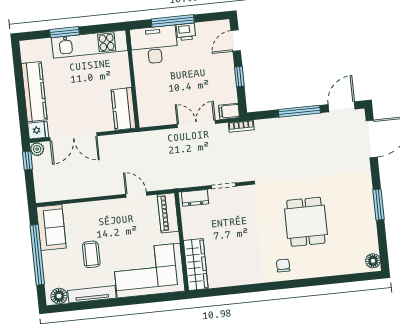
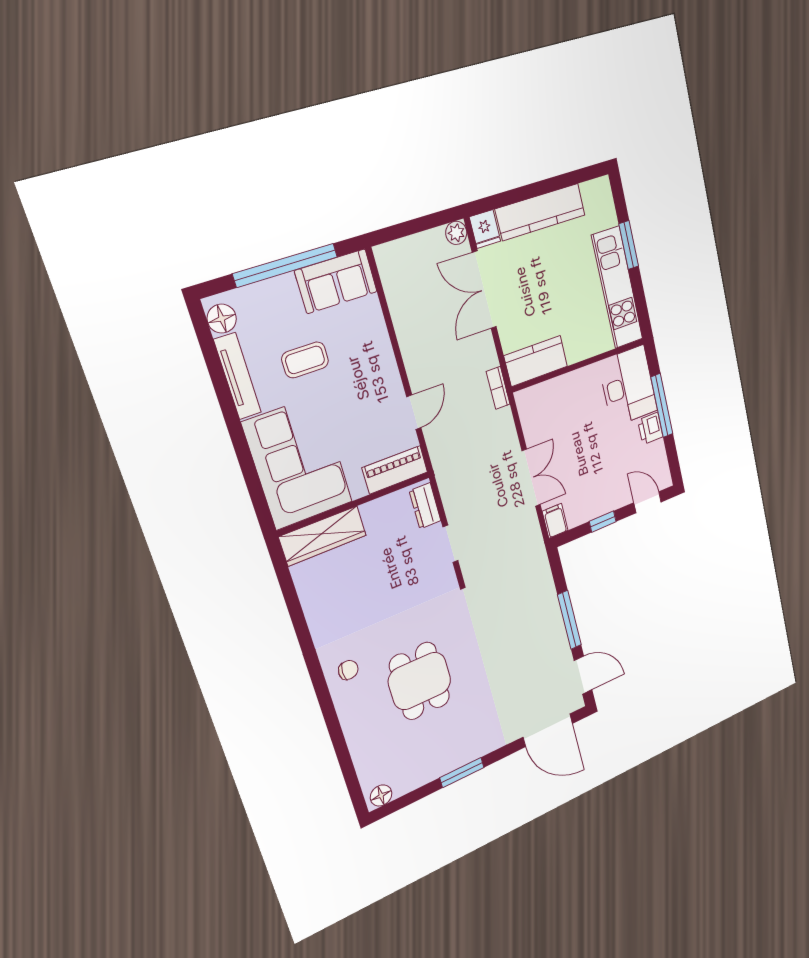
bookcase: (241, 126) -> (498, 388), moved
window: (27, 161) -> (436, 220), removed
dining table: (306, 222) -> (420, 681), turned 90

